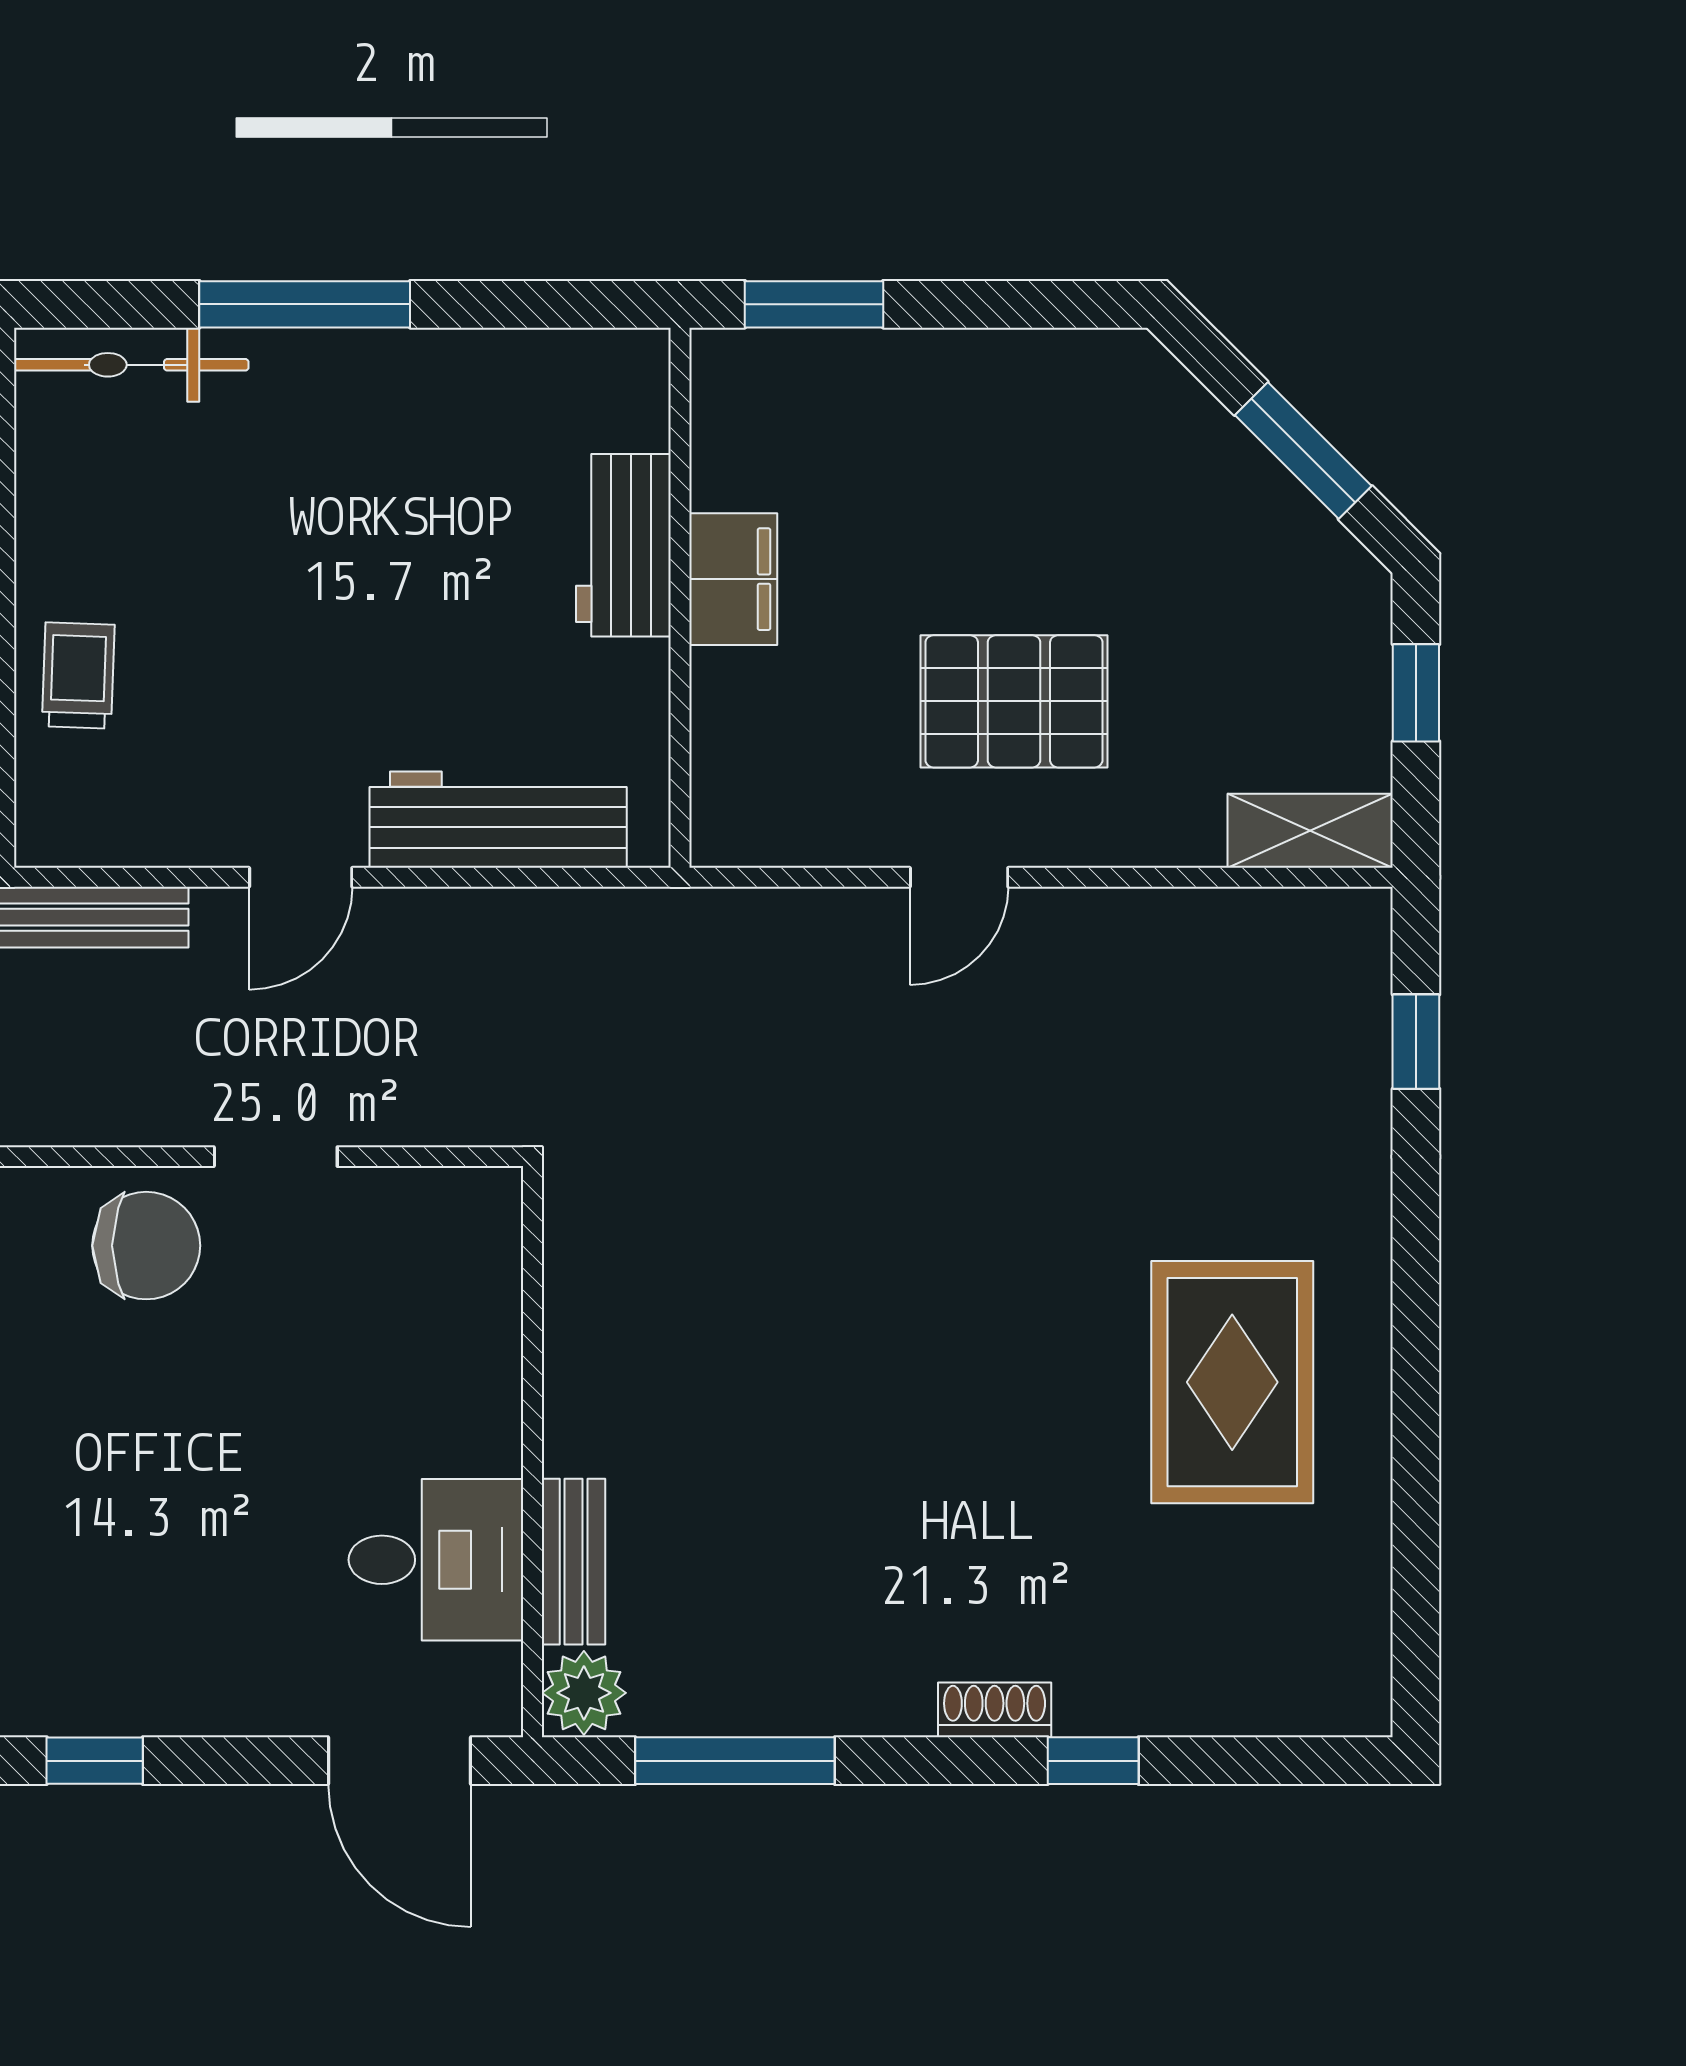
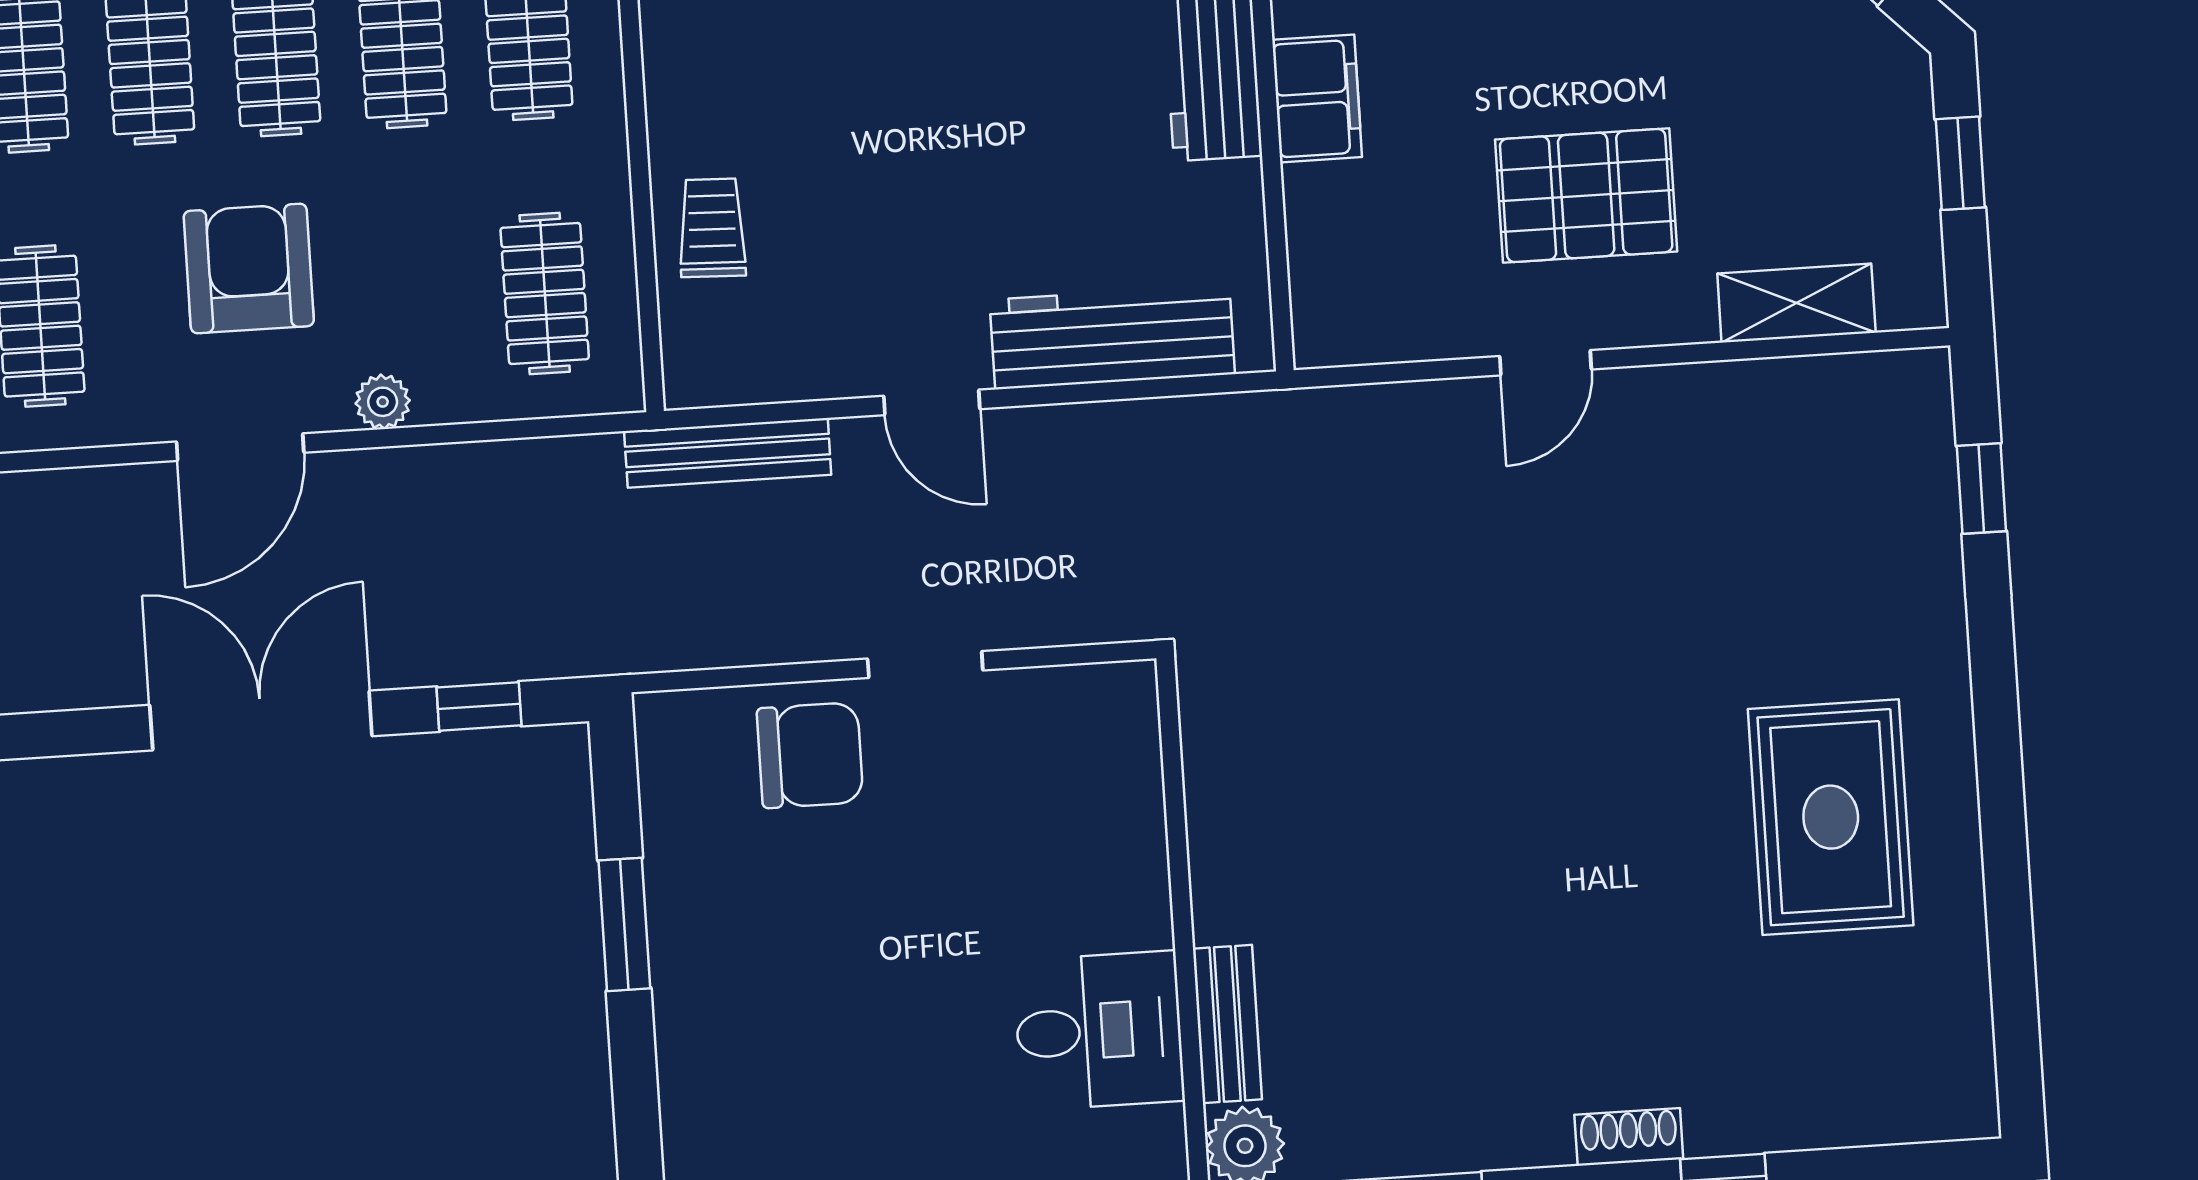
shelving: (1310, 831) -> (1796, 303), moved
door: (301, 877) -> (932, 402), hinge flipped

